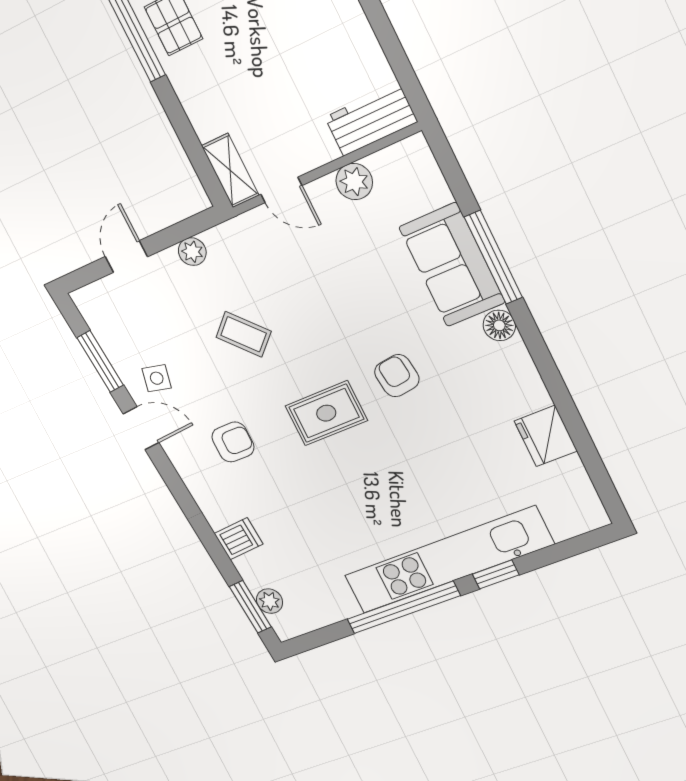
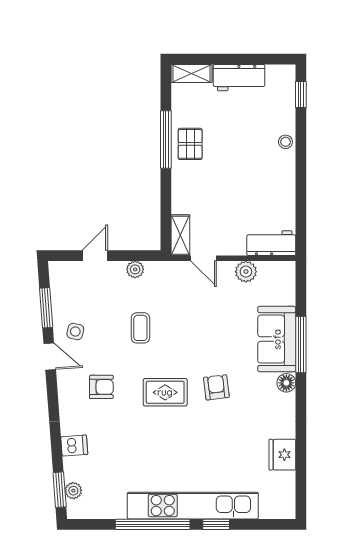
coffee table: (244, 334) -> (140, 328), turned 43

